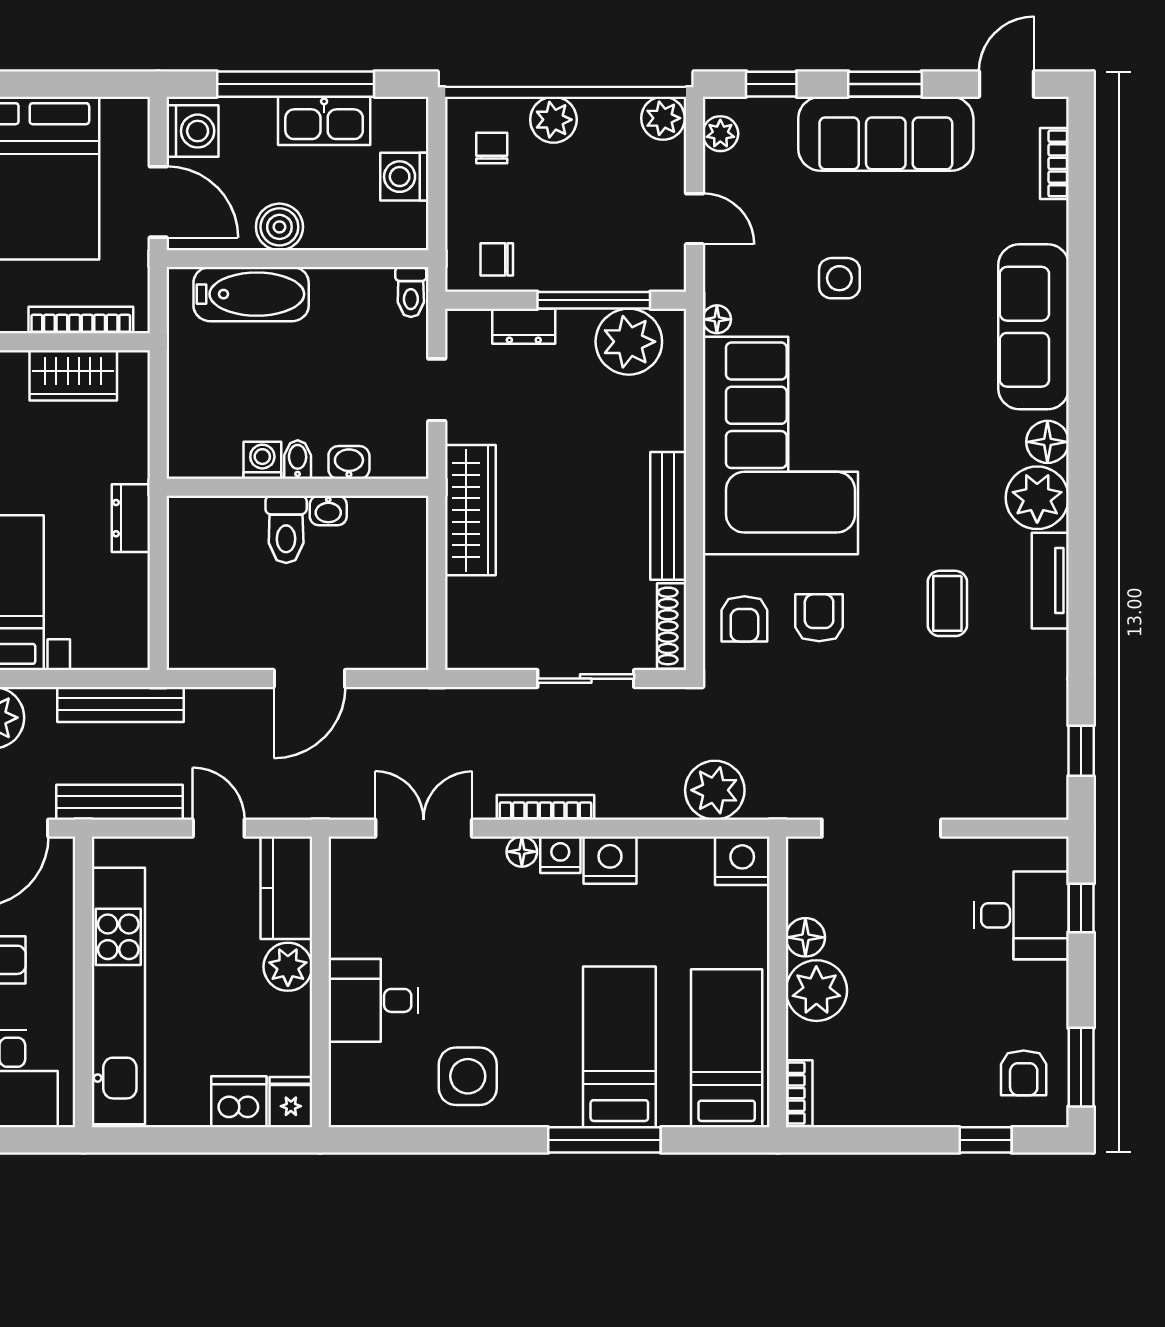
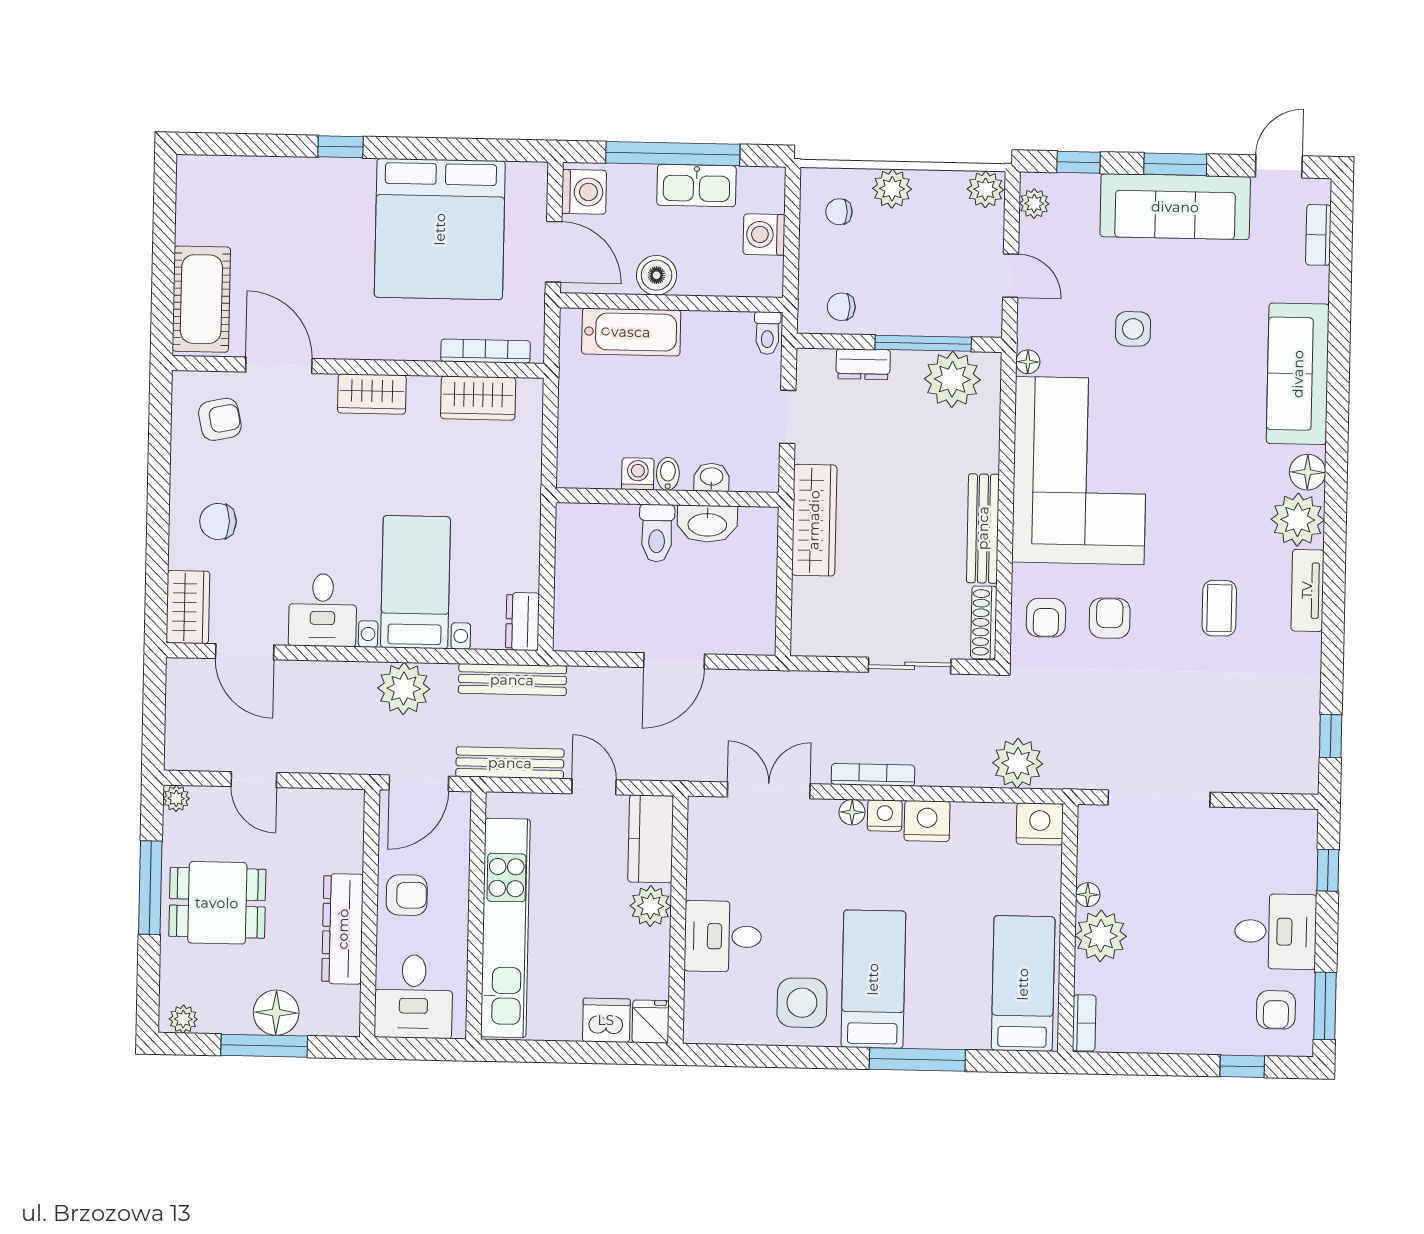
chair: (492, 148) -> (839, 212), turned -90
washbasin: (328, 510) -> (707, 524), width x1.91, depth x1.45
dresser: (131, 518) -> (523, 622), moved
desk: (1021, 915) -> (1275, 931), moved
floor lamp: (805, 937) -> (1088, 895), width x0.73, depth x0.73
bed: (619, 1047) -> (873, 979), moved

